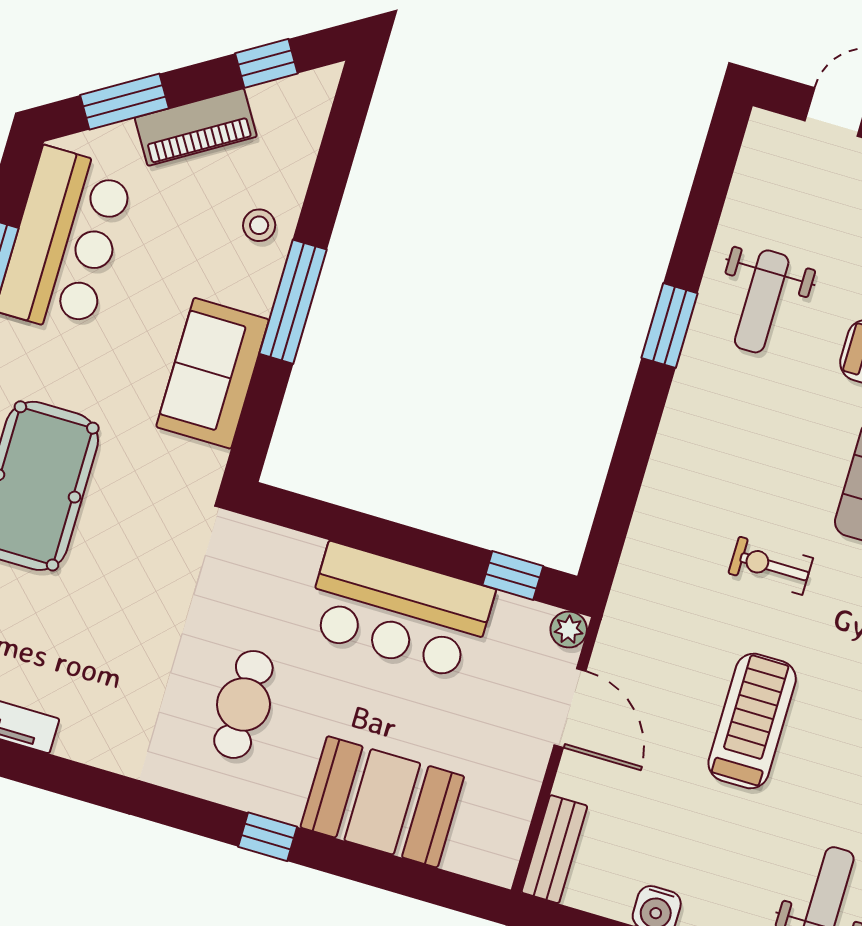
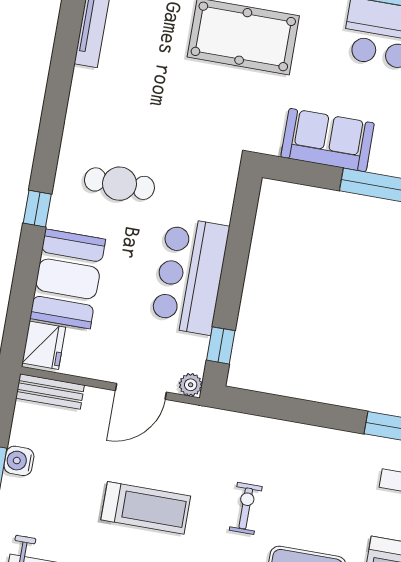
fridge: (481, 851) -> (44, 345), added

